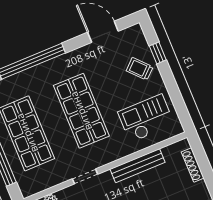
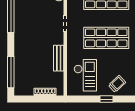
window: (158, 53) -> (107, 99), moved
bench: (137, 166) -> (59, 58), width x0.73

